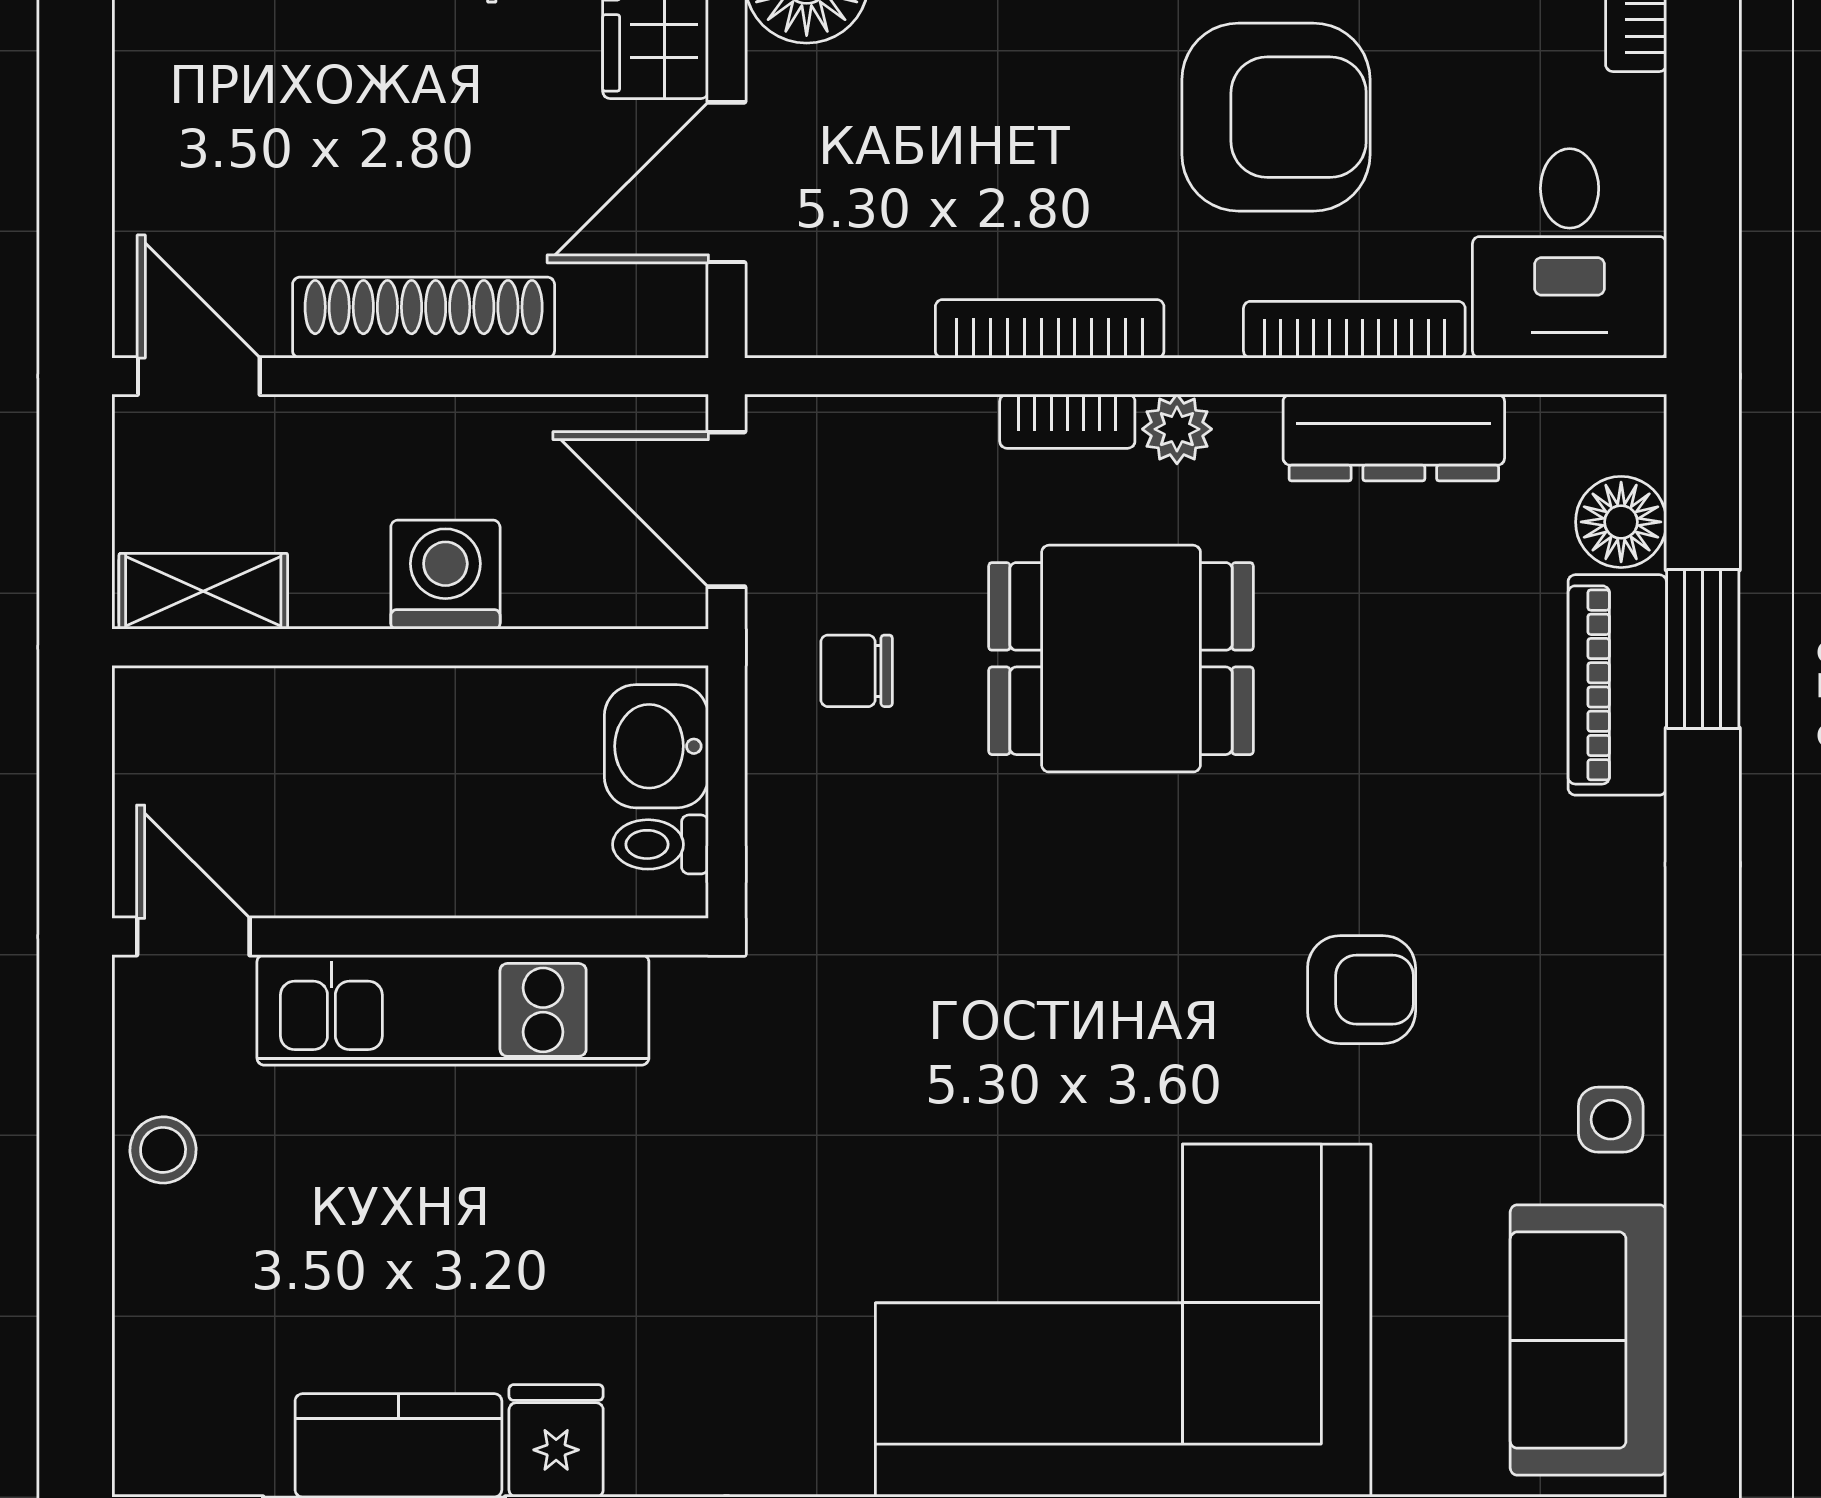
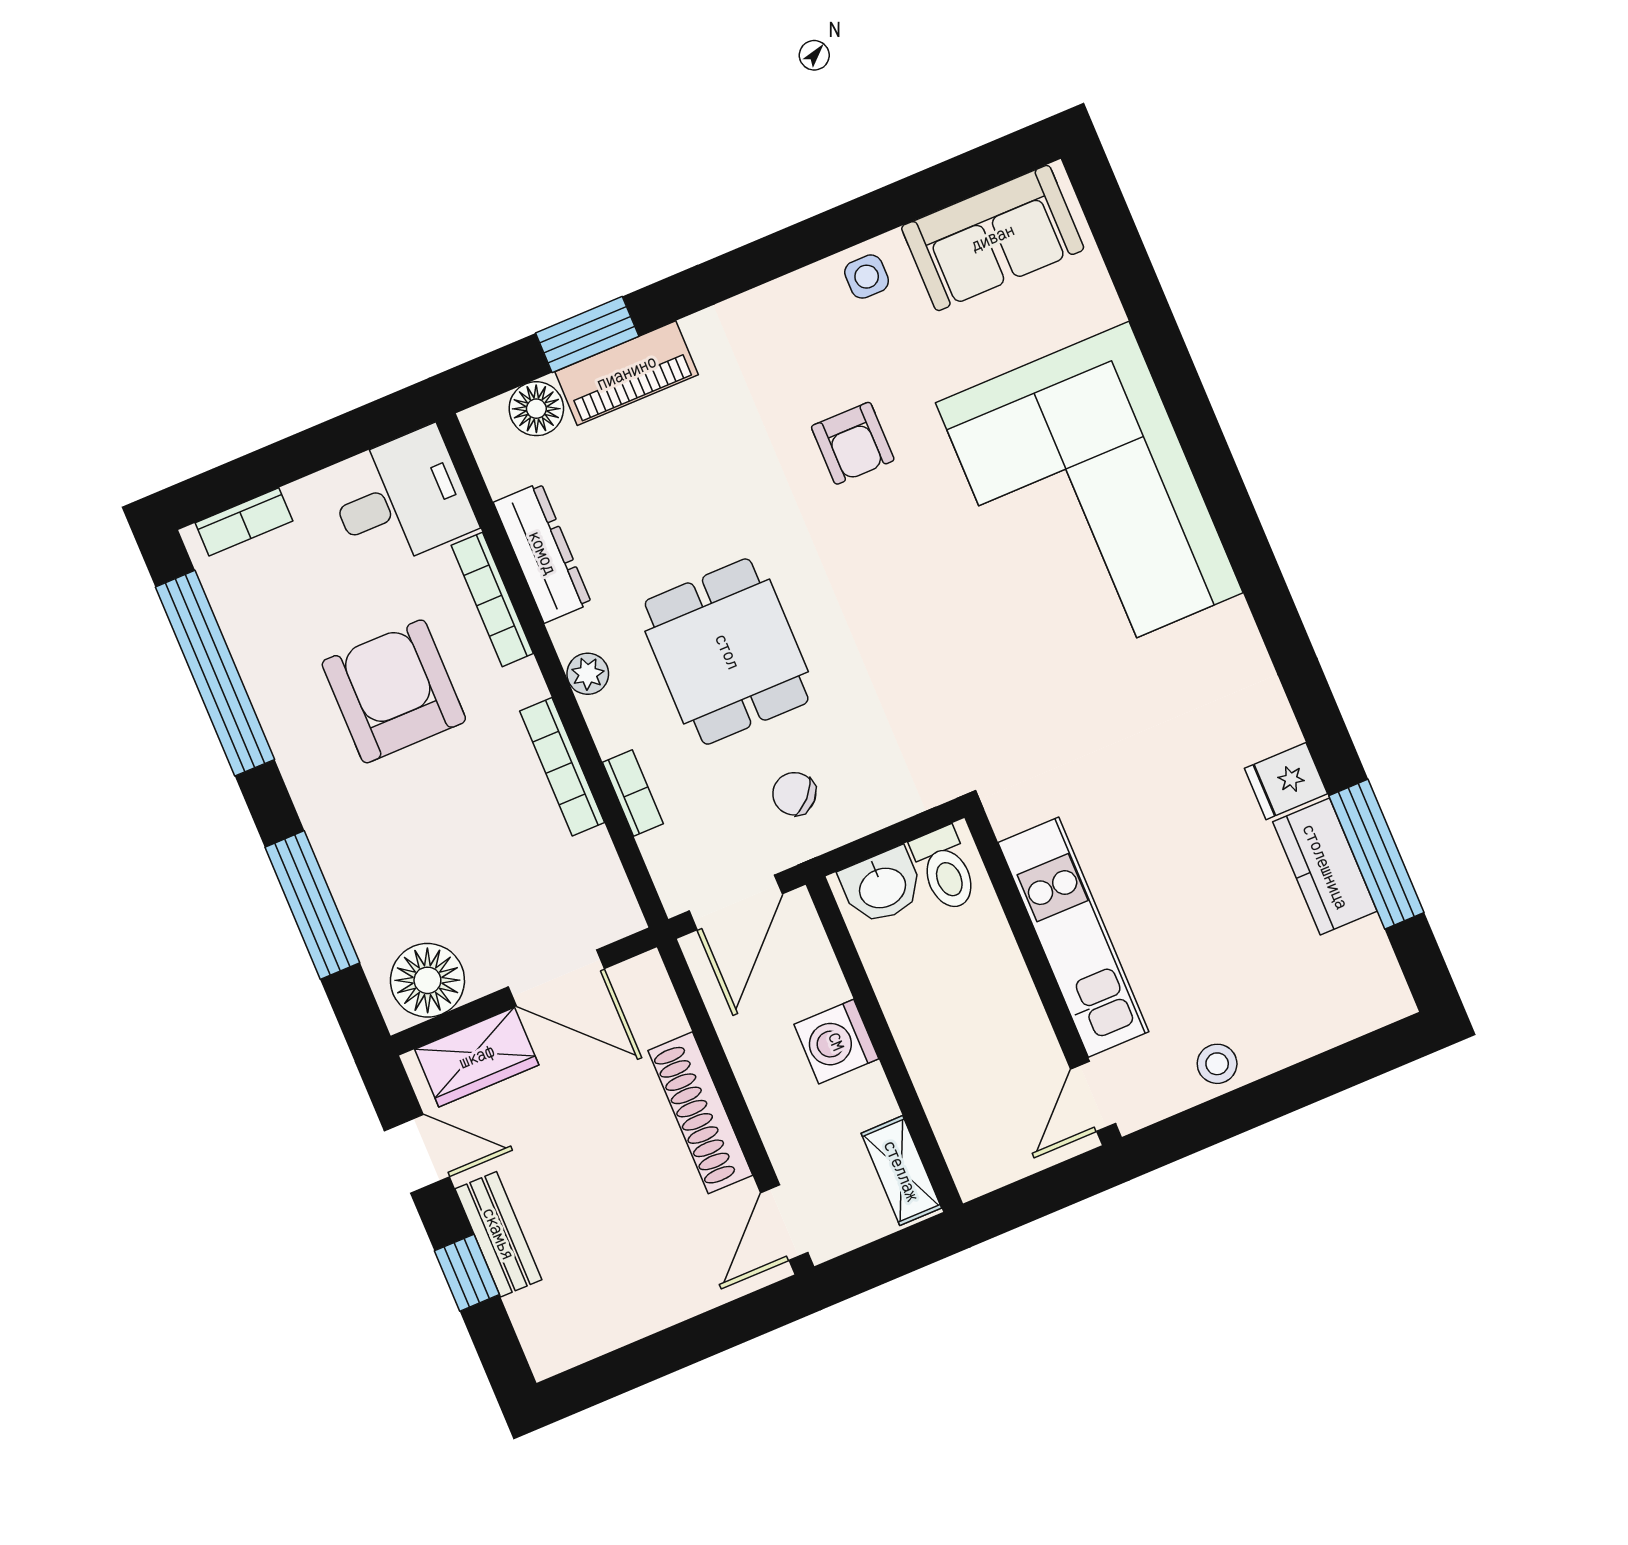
bookcase: (1067, 421) -> (633, 793), moved
chair: (857, 671) -> (794, 794), turned 134
toilet: (660, 844) -> (945, 869), width x1.37, depth x1.39
armchair: (1362, 990) -> (853, 443), turned 180

